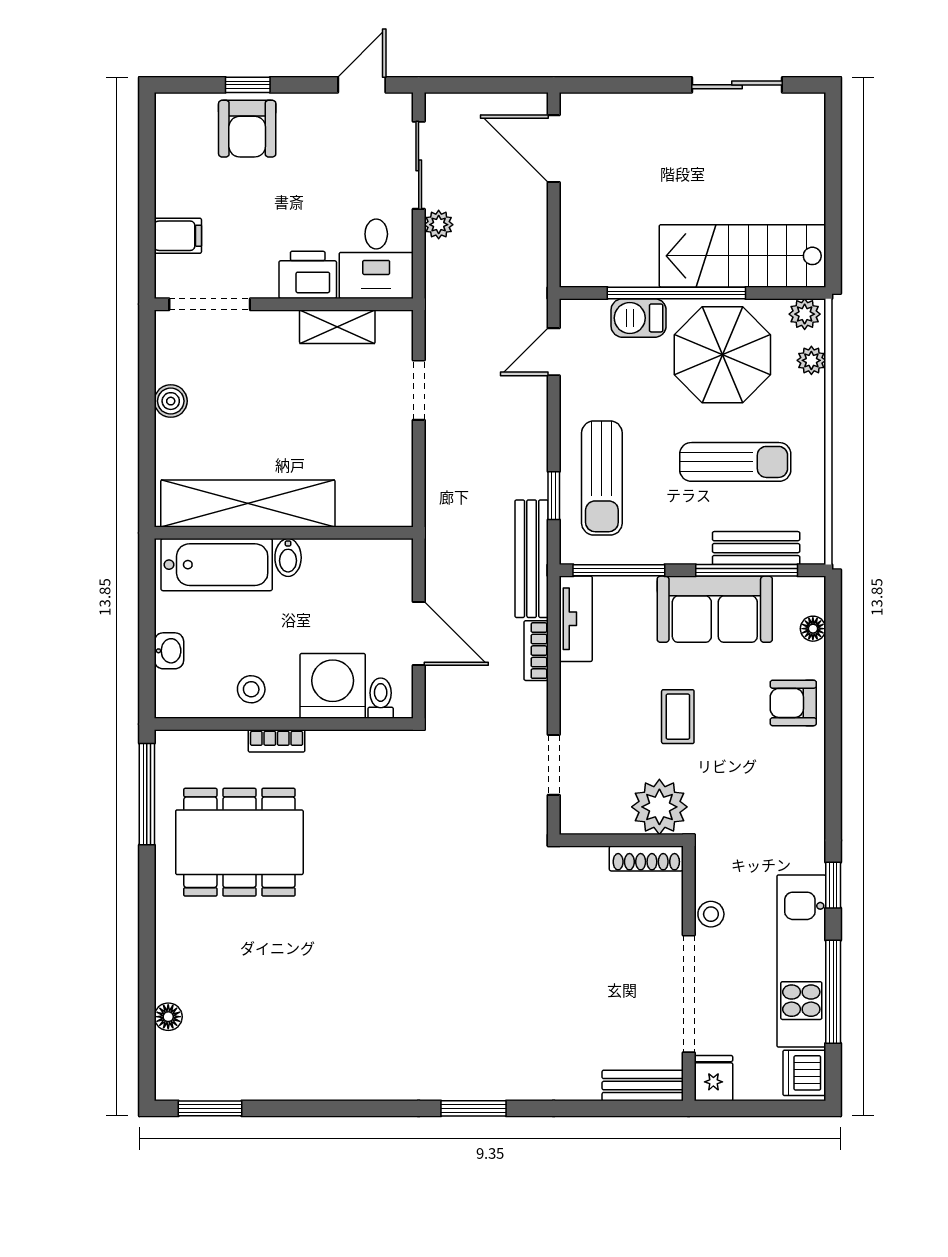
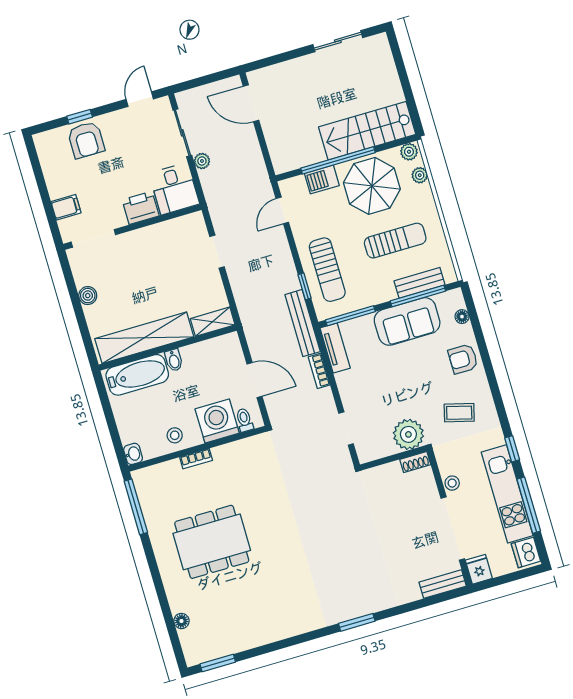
shelving: (337, 327) -> (213, 322), moved
washbasin: (169, 651) -> (133, 454), moved
coffee table: (678, 717) -> (459, 413), moved, turned -75
dining table: (239, 842) -> (212, 542), moved
shoe rack: (646, 858) -> (415, 462), width x0.70

